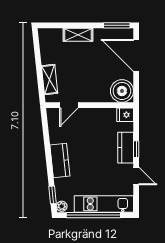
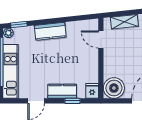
window: (136, 149) -> (73, 101), moved

